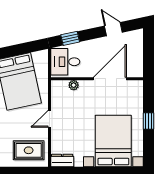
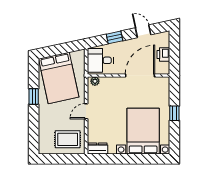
window: (70, 38) -> (114, 37), moved
printer: (136, 55) -> (163, 55), added
plant: (74, 85) -> (95, 81), moved

